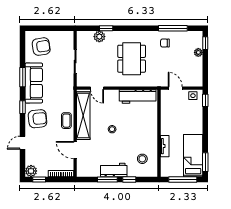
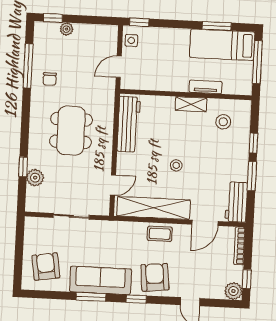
dining table: (132, 59) -> (71, 131), turned 90
shelving: (153, 137) -> (191, 104), added
window: (205, 162) -> (217, 26), moved
workbench: (114, 170) -> (236, 202), moved

